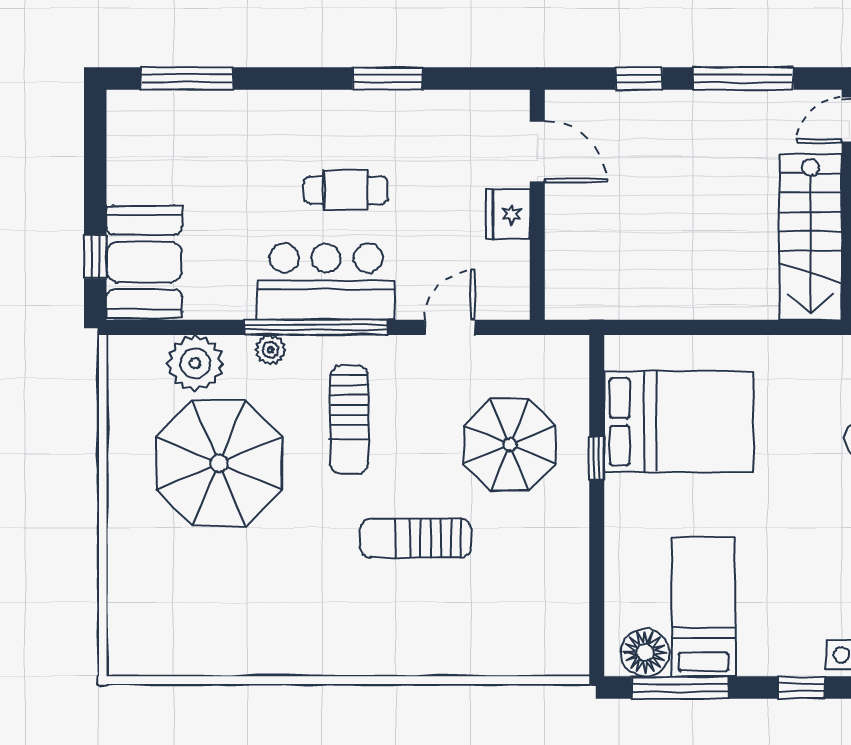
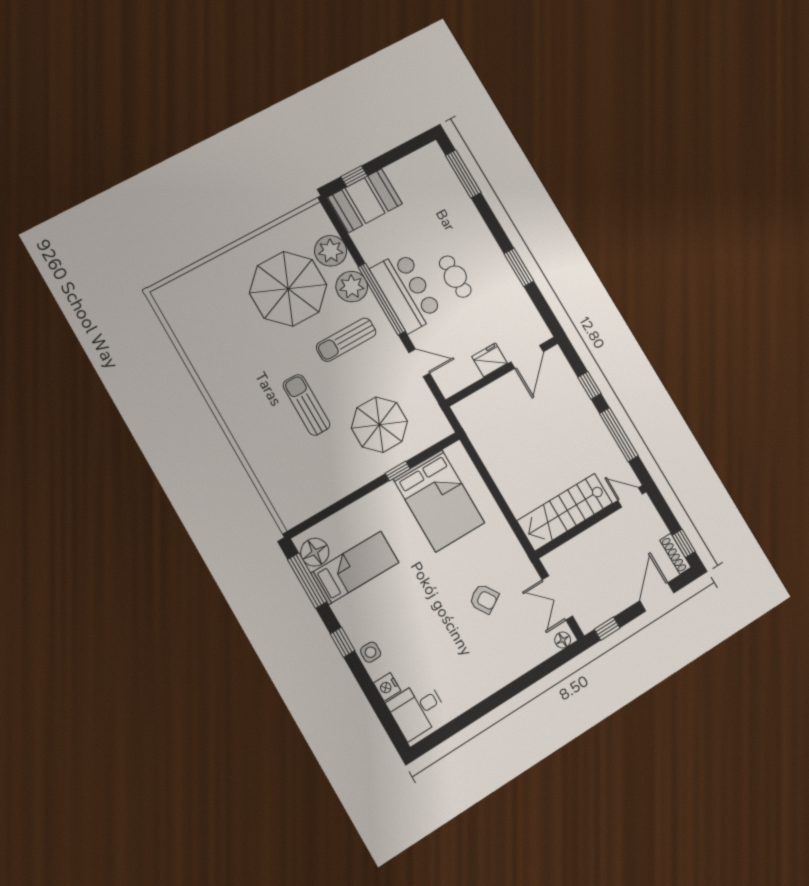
plant: (270, 350) -> (352, 287), width x1.88, depth x1.88

